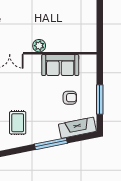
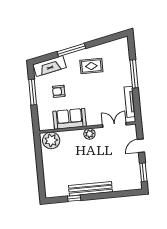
plant: (84, 42) -> (51, 140), added
rug: (18, 123) -> (91, 66), moved, turned 90

